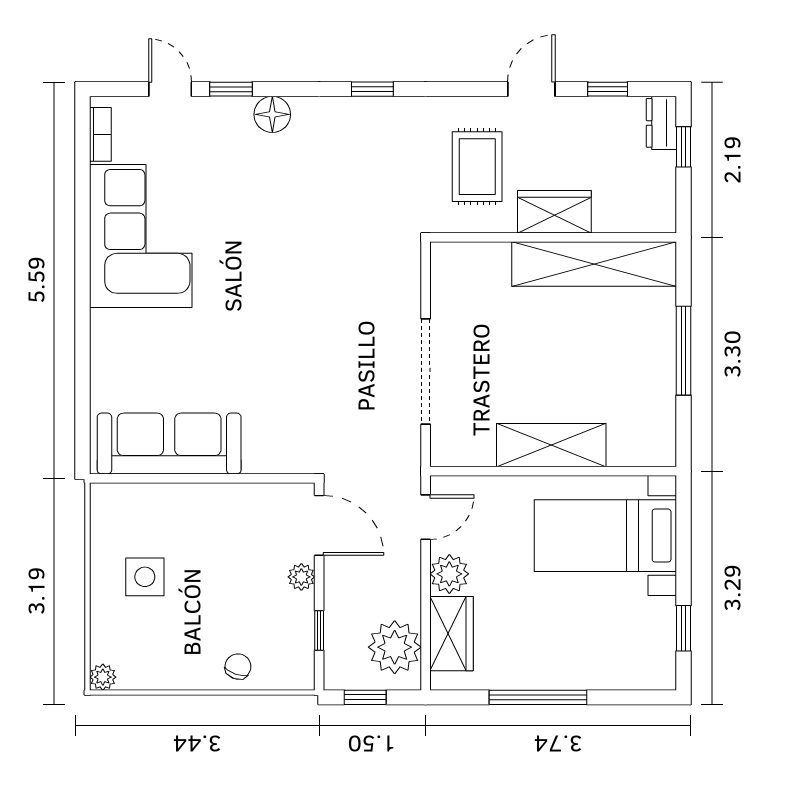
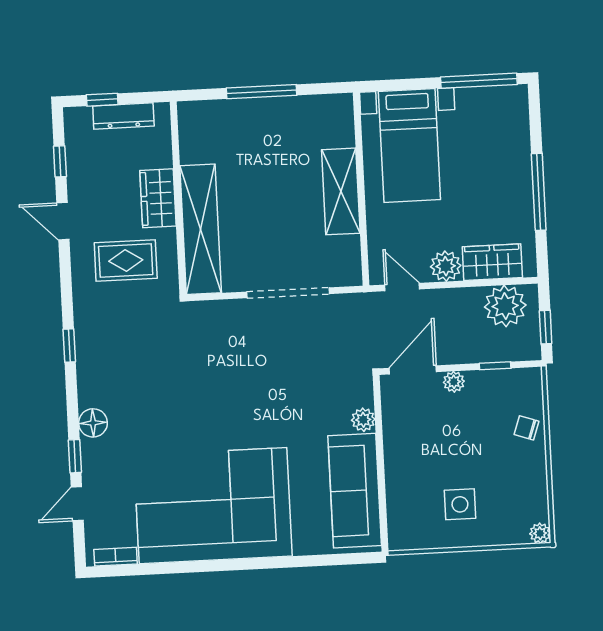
dresser: (661, 123) -> (123, 116), moved, width x1.44
corner sofa: (141, 236) -> (213, 506), width x1.36, depth x1.36
shelving: (594, 264) -> (201, 229), moved
plant: (259, 459) -> (363, 420), added
window: (684, 628) -> (479, 81), width x2.17

